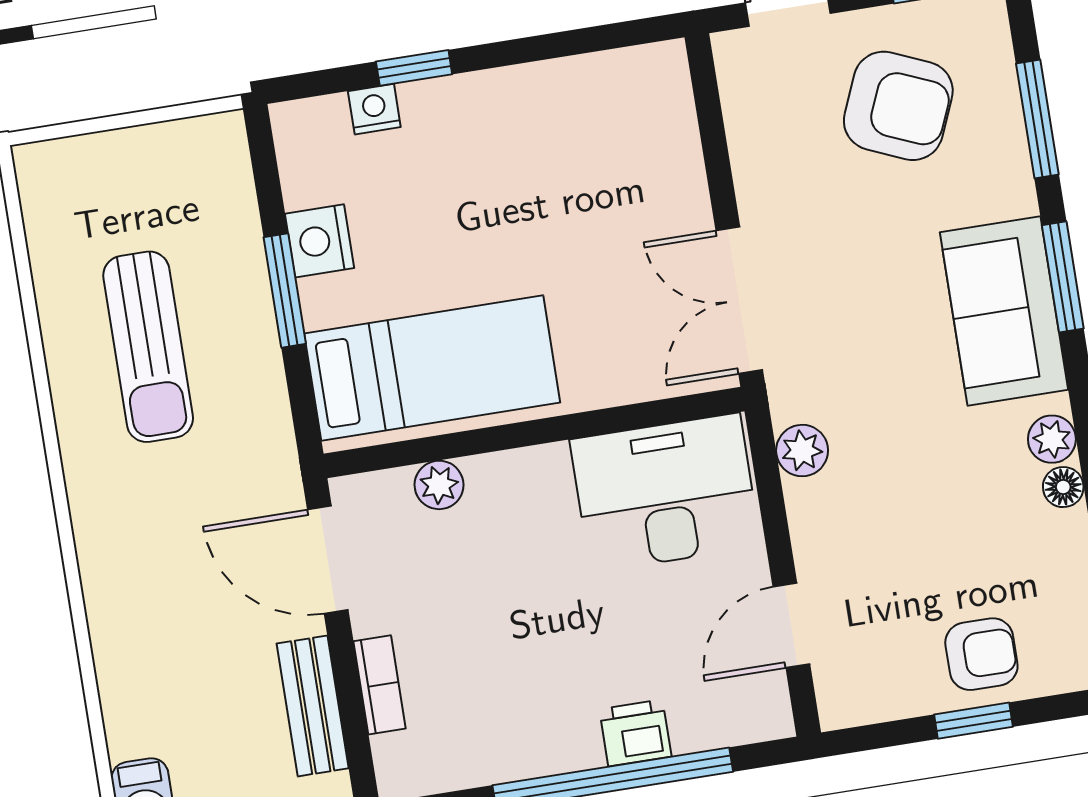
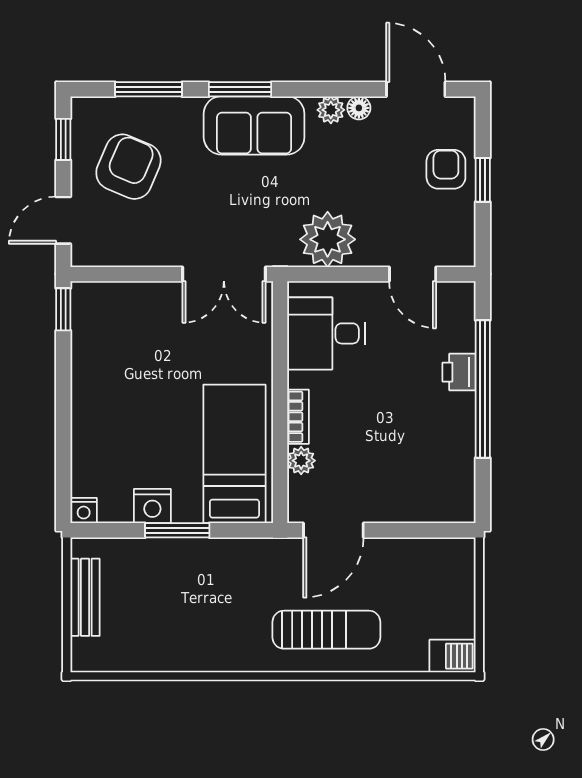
window: (414, 68) -> (63, 309), moved
nightstand: (374, 109) -> (84, 511), moved, turned -90
sun lounger: (148, 347) -> (326, 630), moved
plant: (802, 451) -> (328, 239), width x1.88, depth x1.88
desk: (665, 493) -> (326, 333), width x0.73
bookcase: (380, 685) -> (298, 417), moved, turned 90
bench: (313, 706) -> (85, 597), moved, turned 90

